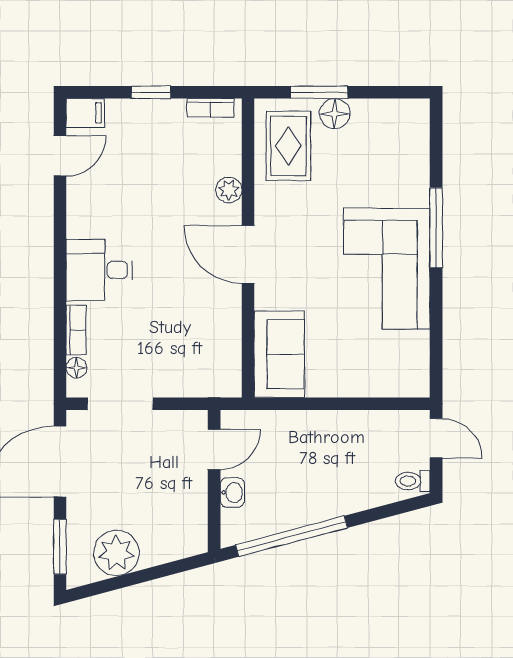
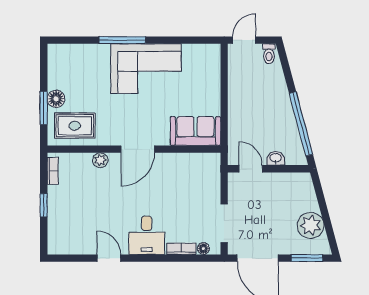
filing cabinet: (85, 113) -> (56, 243), removed
door: (60, 156) -> (109, 258), moved

